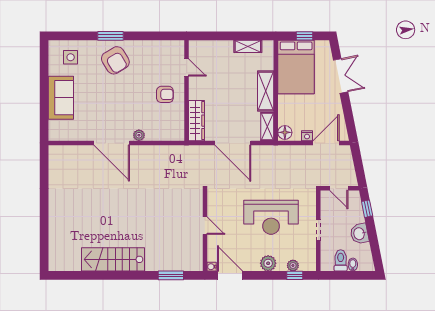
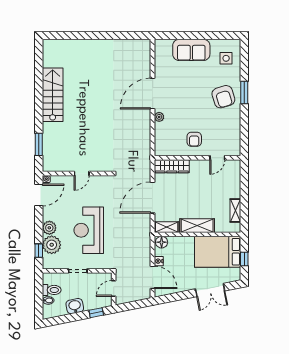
armchair: (115, 60) -> (223, 97), turned -76
plant: (293, 266) -> (52, 245), width x1.87, depth x1.87

